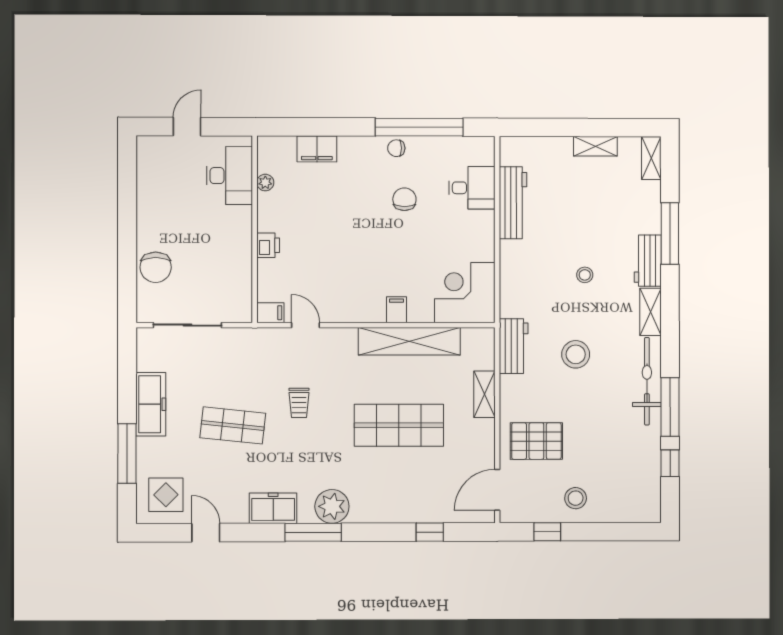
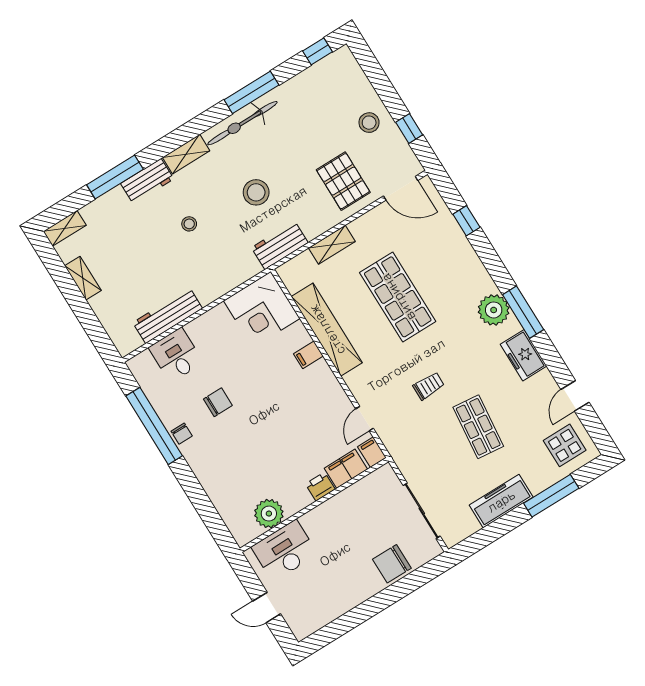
filing cabinet: (317, 149) -> (346, 469), moved, turned -90
plant: (265, 183) -> (269, 514), width x1.87, depth x1.87
chair: (404, 199) -> (218, 402), turned 180
chair: (156, 267) -> (392, 564), turned 180
window: (670, 463) -> (317, 51), moved

